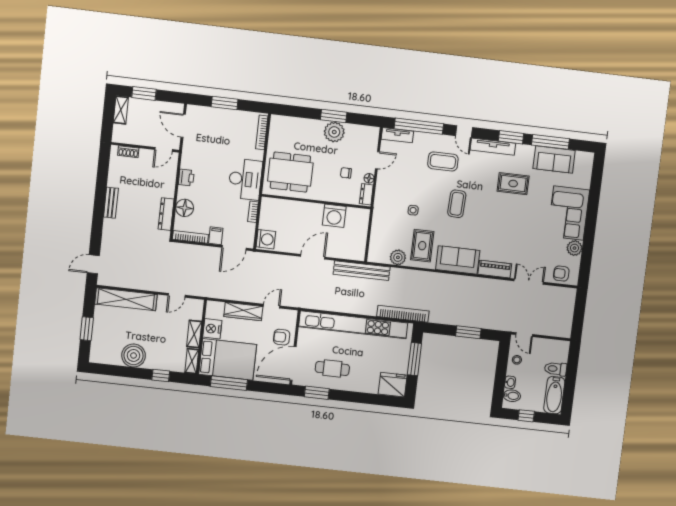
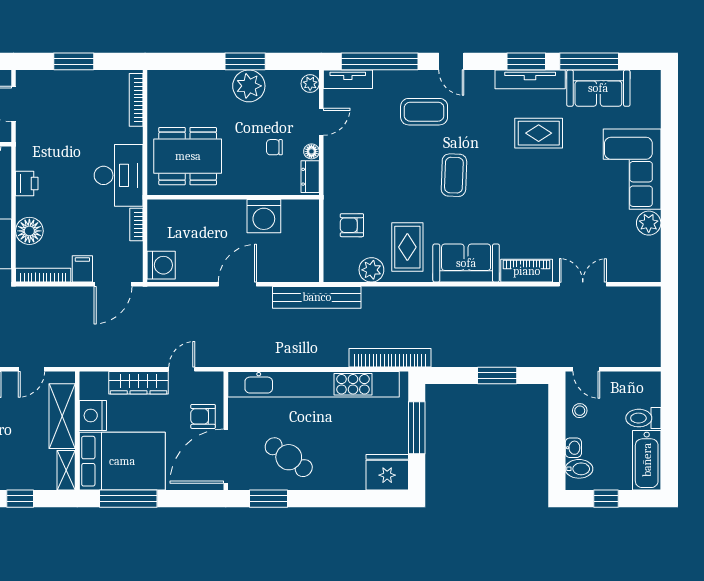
plant: (373, 135) -> (310, 84), added
tv unit: (493, 147) -> (530, 79), moved
side table: (413, 210) -> (386, 193), removed
armchair: (561, 274) -> (352, 225), moved
shelving: (194, 334) -> (62, 416), width x1.50, depth x1.33
cafe table: (332, 368) -> (289, 457), turned 36

